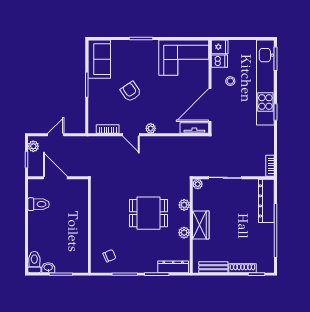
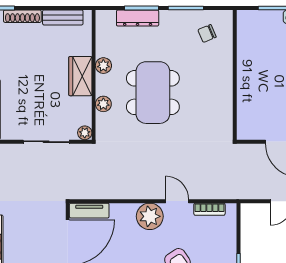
plant: (151, 128) -> (150, 216), width x1.87, depth x1.87
dining table: (148, 213) -> (153, 93), width x1.38
dresser: (173, 267) -> (138, 18), moved

